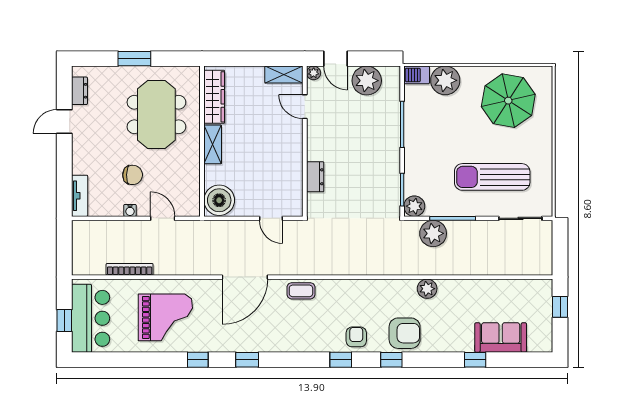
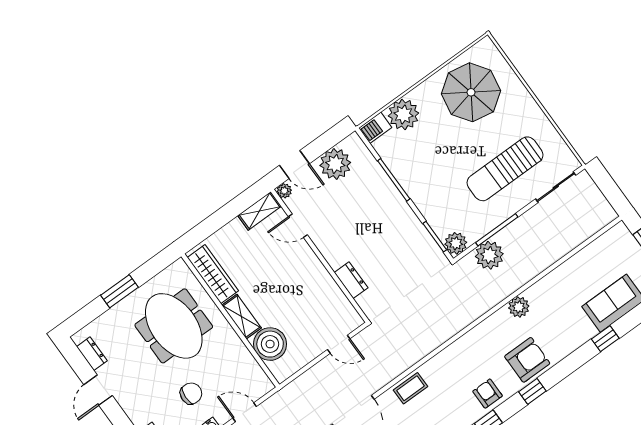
boiler: (219, 200) -> (270, 344), moved

